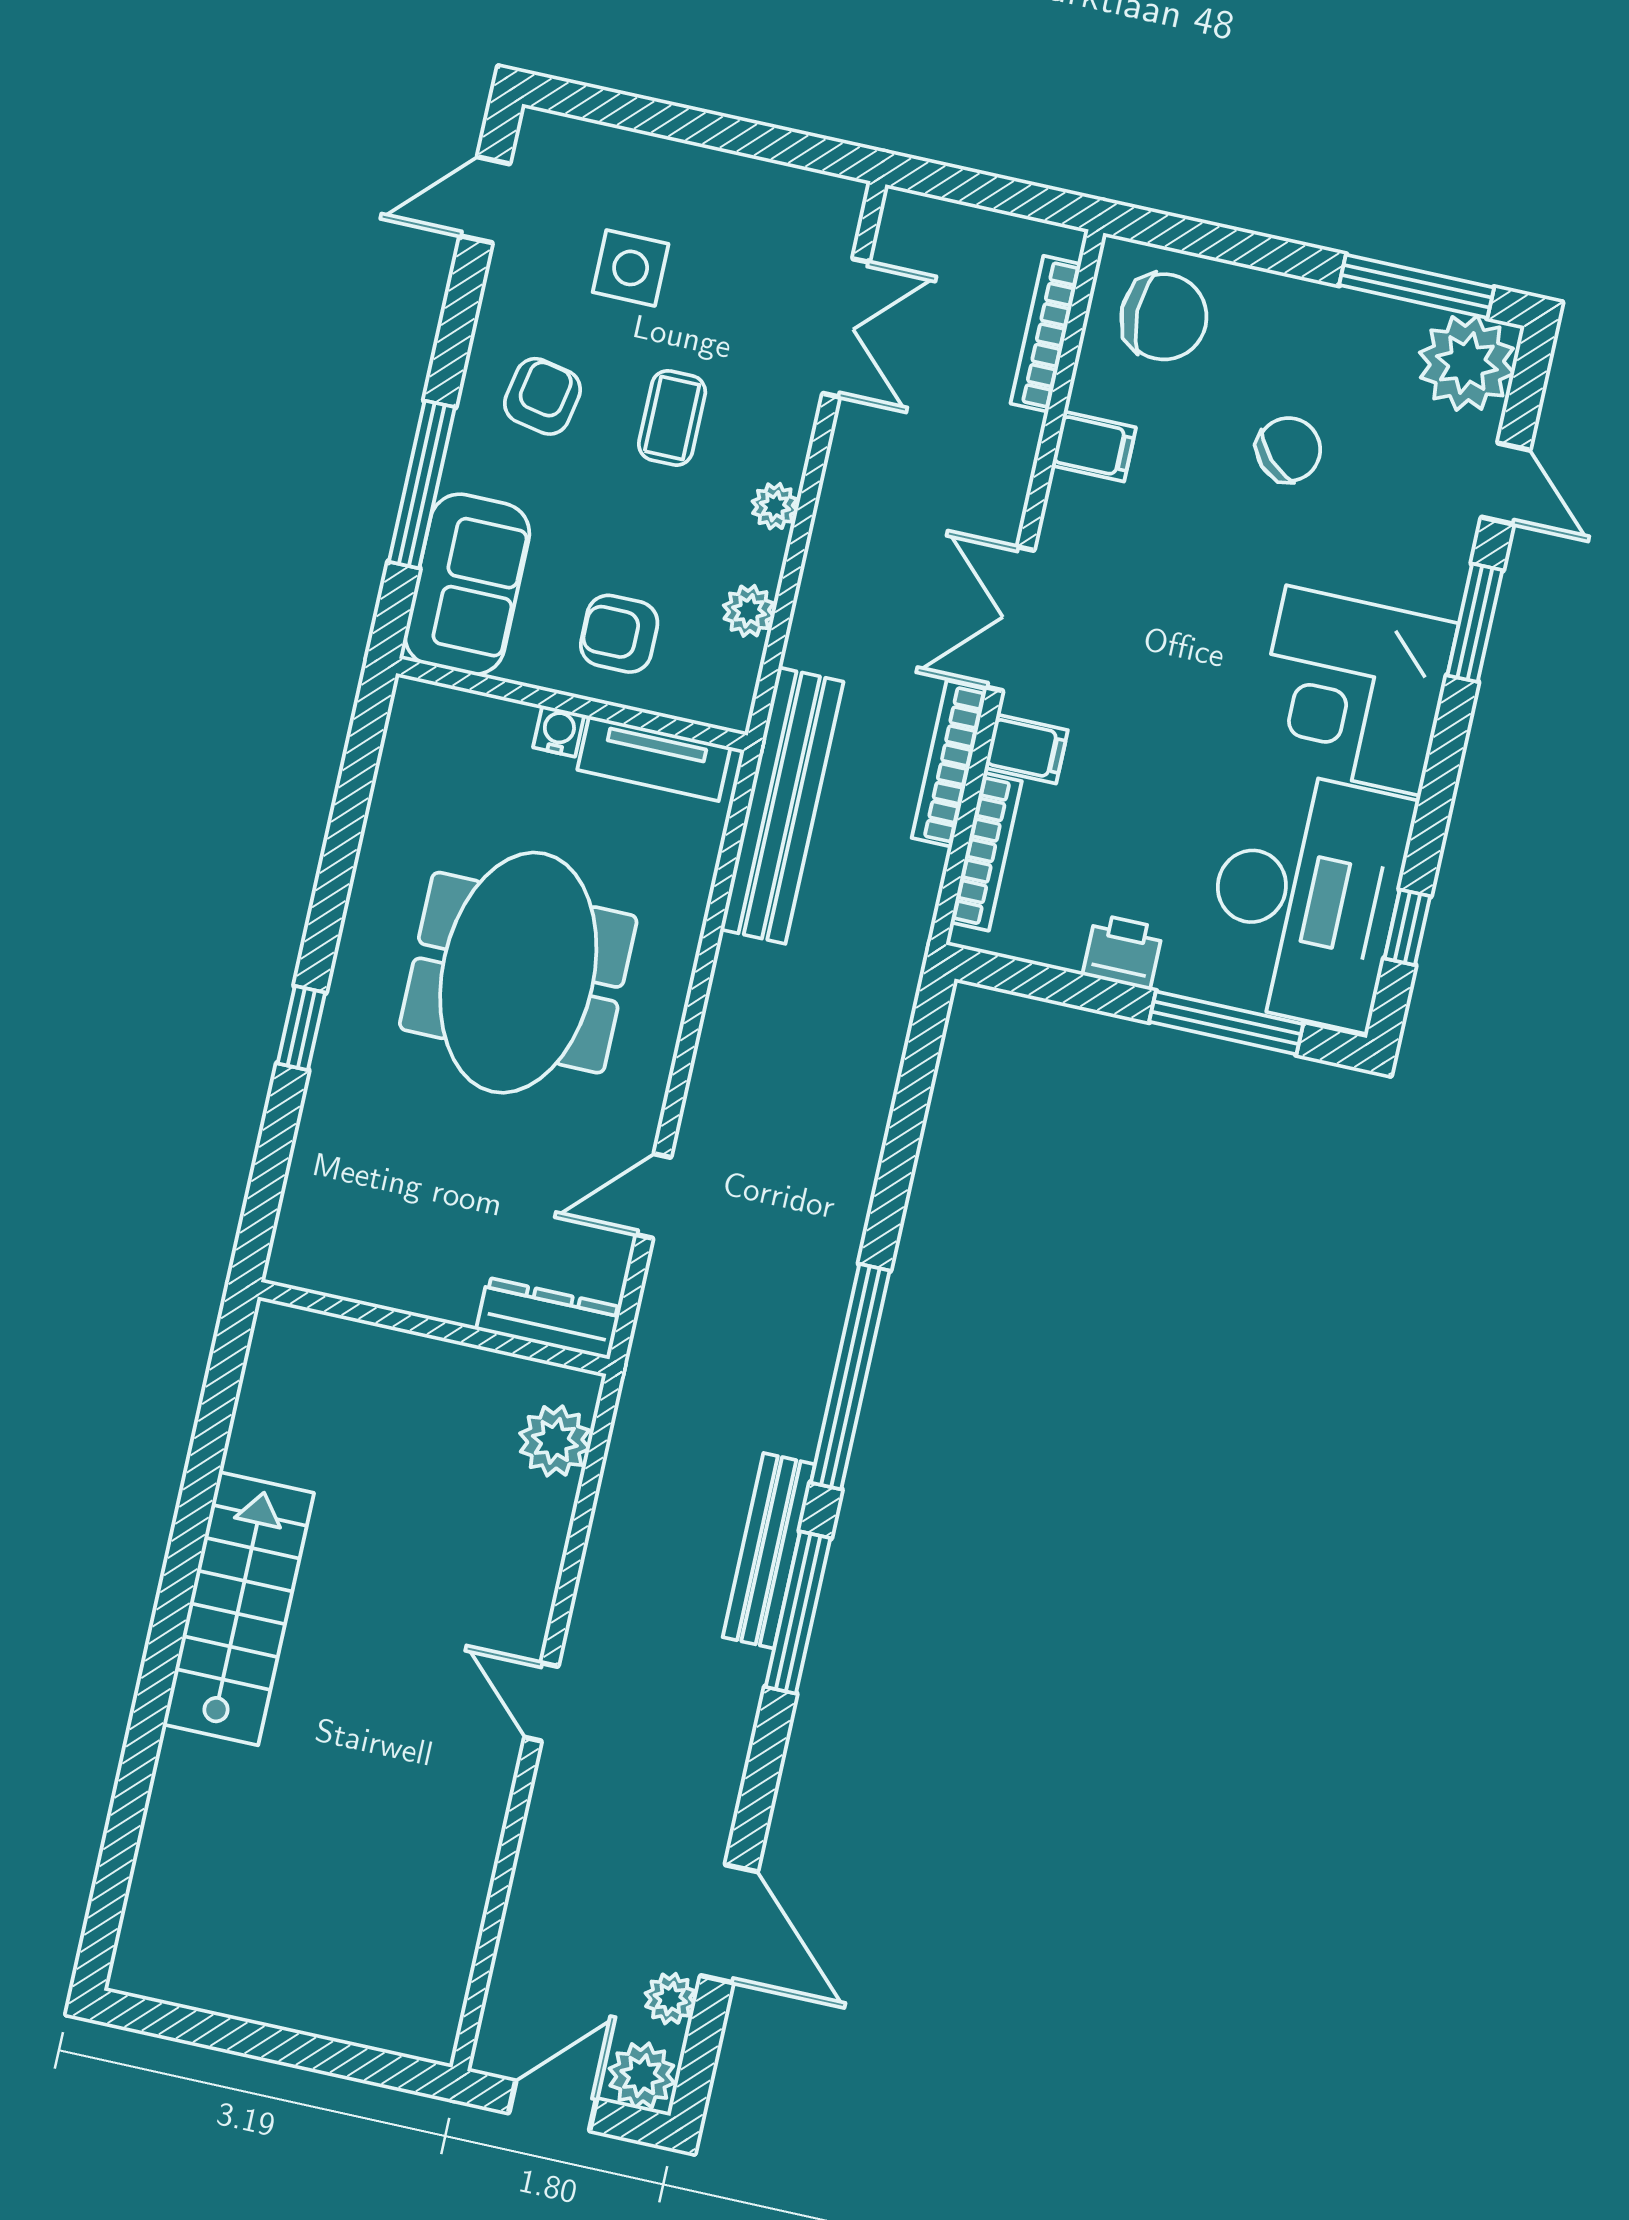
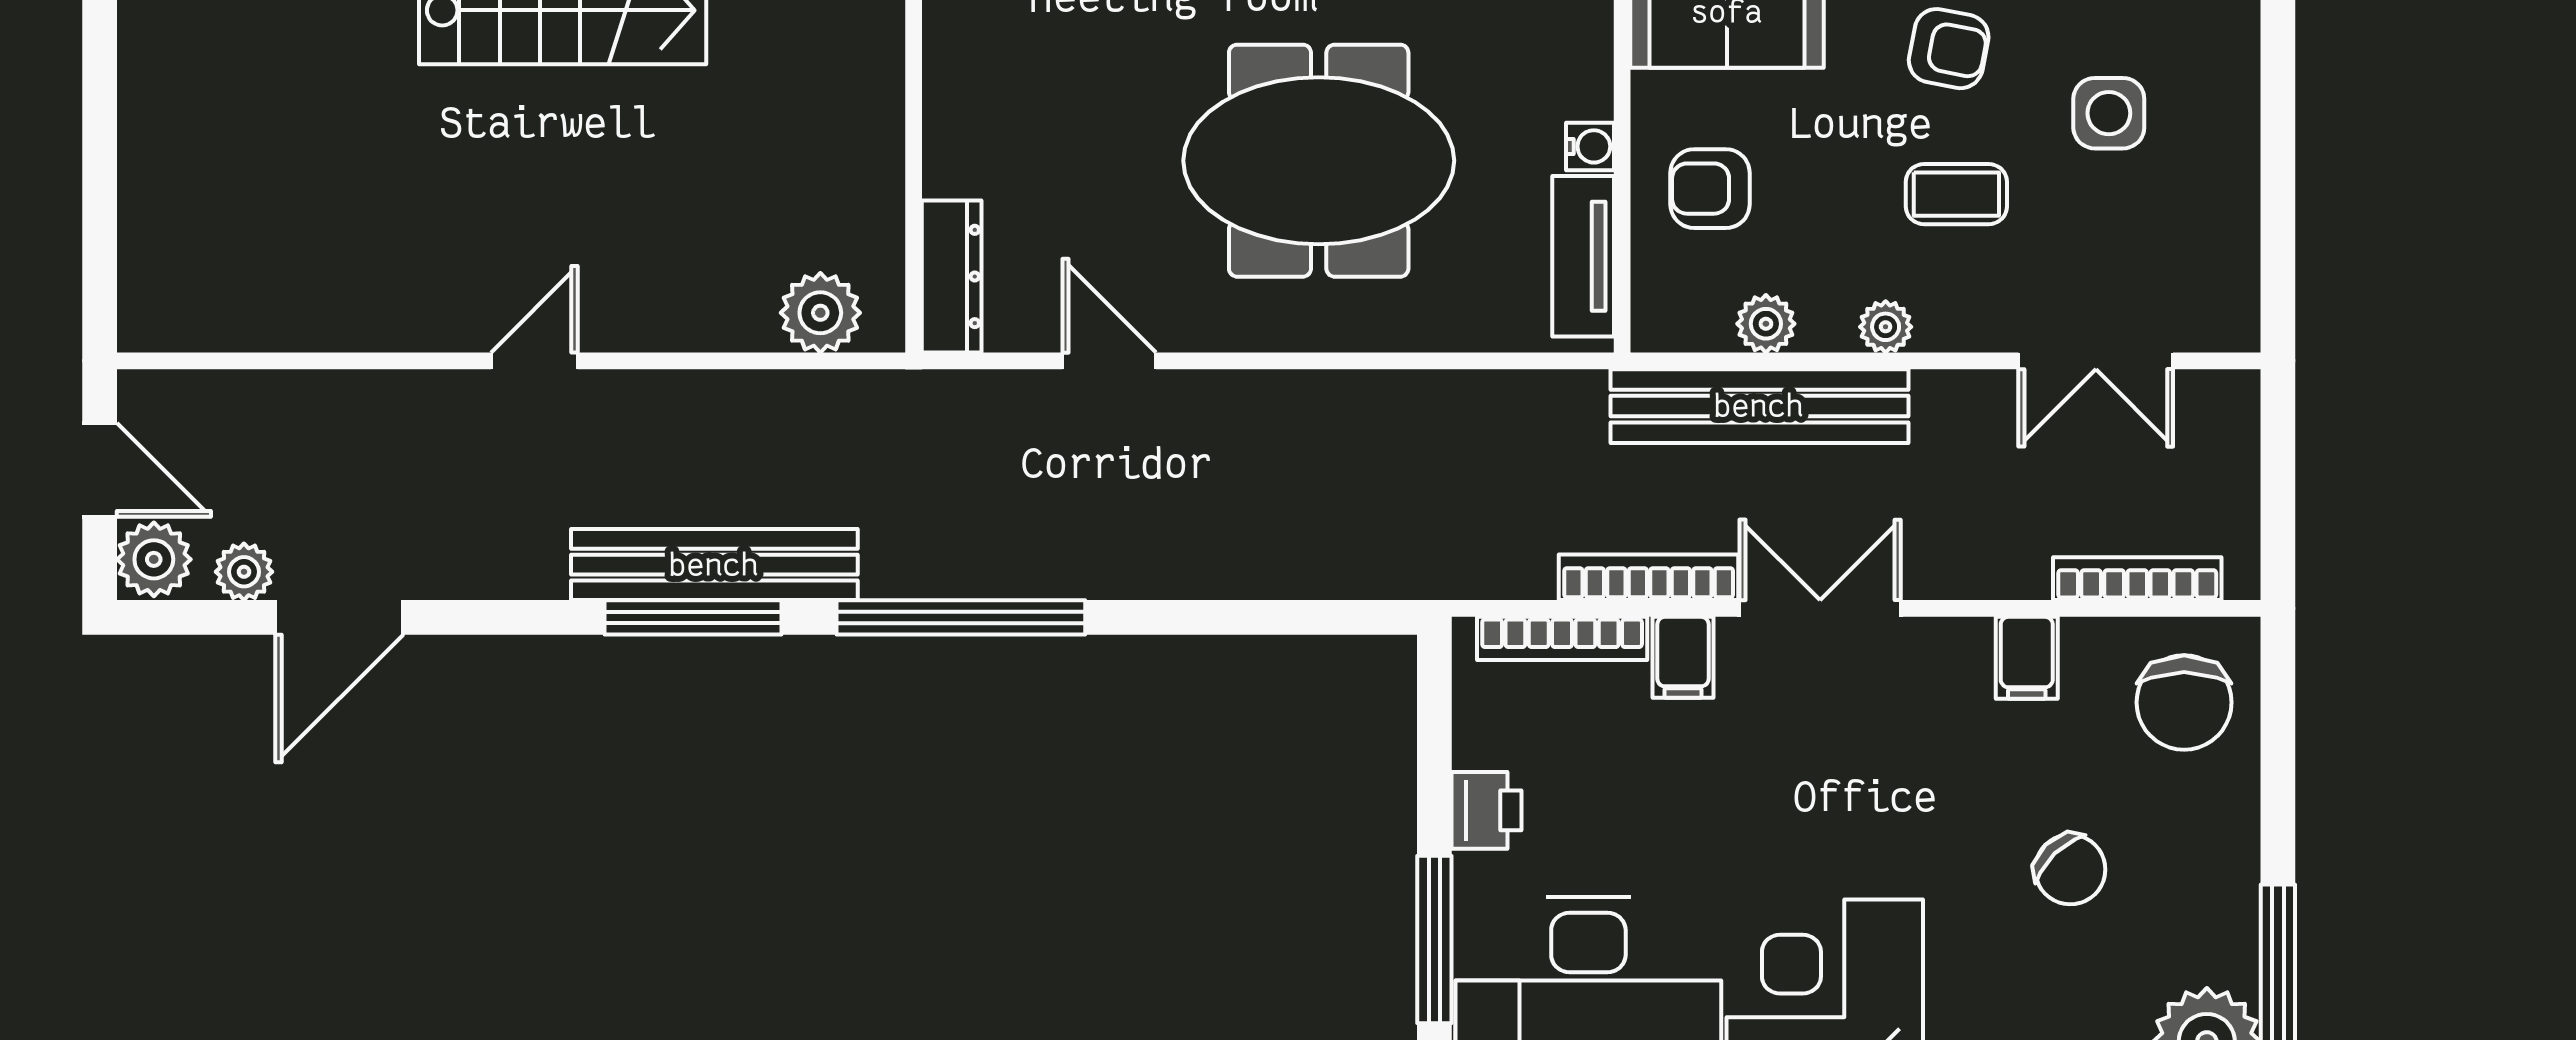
armchair: (619, 634) -> (1710, 189), turned -90
bench: (782, 806) -> (1759, 406), moved
bench: (769, 1551) -> (714, 565), width x1.37, depth x1.21

